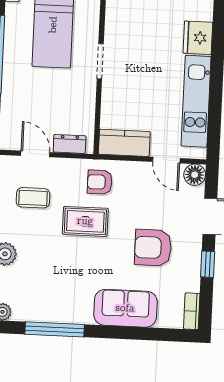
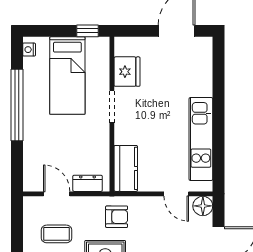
fridge: (198, 38) -> (127, 72), moved, turned 180
kitchen counter: (124, 143) -> (126, 168), moved, turned 90
armchair: (100, 182) -> (117, 217), turned 180

